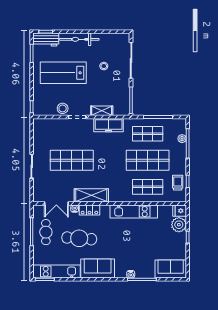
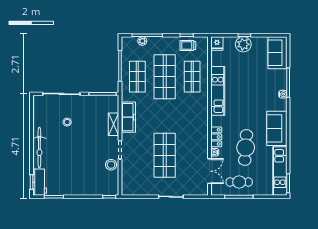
lab bench: (63, 73) -> (74, 164), removed
shelving: (91, 195) -> (201, 135), removed
plant: (179, 225) -> (243, 44), moved

